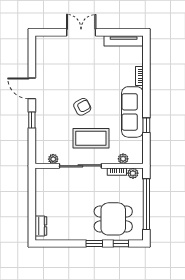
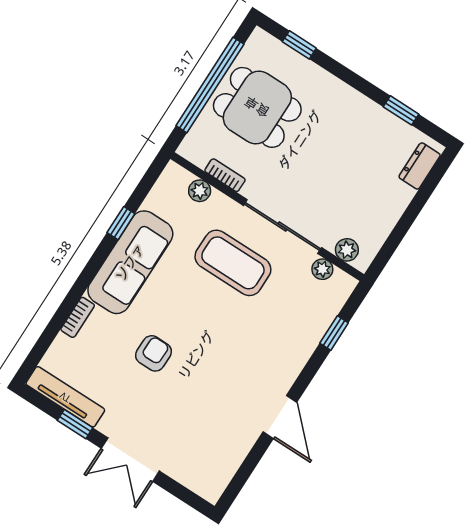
window: (113, 32) -> (75, 424), added
armchair: (82, 107) -> (153, 353), moved, turned 118
window: (32, 120) -> (334, 333), moved
plant: (133, 173) -> (347, 250), moved
dining table: (113, 219) -> (257, 107), moved
window: (94, 243) -> (401, 110), moved

